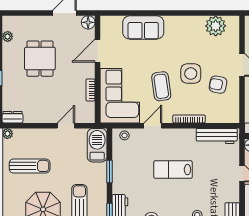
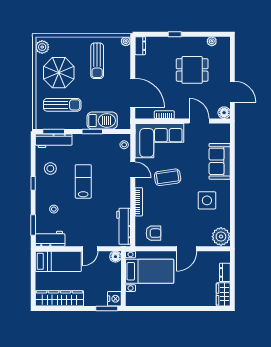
plant: (216, 26) -> (221, 237), moved
side table: (191, 74) -> (207, 200), moved
armchair: (218, 85) -> (153, 233), moved, turned 79
door: (66, 126) -> (133, 93), width x1.87
barbecue: (97, 145) -> (102, 121), moved
lab bench: (173, 170) -> (83, 181), moved

